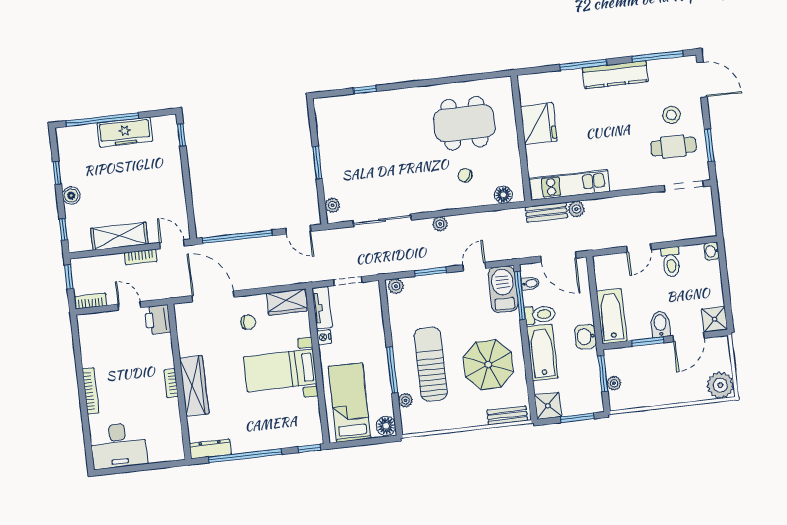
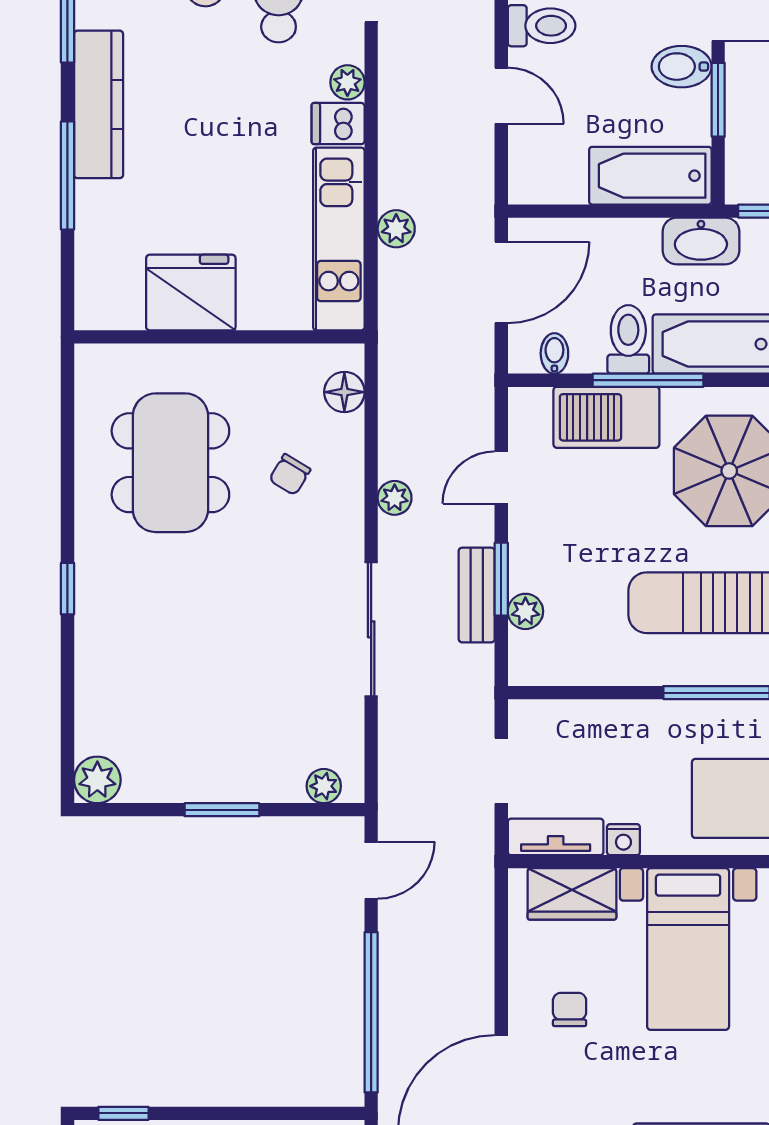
window: (365, 90) -> (67, 589), moved
plant: (324, 107) -> (97, 780), added
dishwasher: (619, 179) -> (338, 124), added
plant: (637, 181) -> (347, 82), added
bench: (546, 212) -> (477, 595), moved
sliding door: (382, 220) -> (371, 629), moved
plant: (440, 224) -> (395, 498), moved
door: (474, 267) -> (501, 478), hinge flipped
plant: (396, 286) -> (525, 611), moved
barbecue: (503, 289) -> (606, 417), moved
window: (520, 296) -> (648, 380), moved
wardrobe: (287, 302) -> (572, 894), moved, turned 90
washbasin: (585, 337) -> (701, 241), width x1.38

